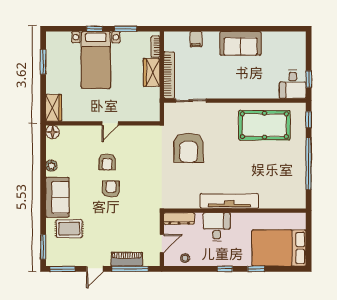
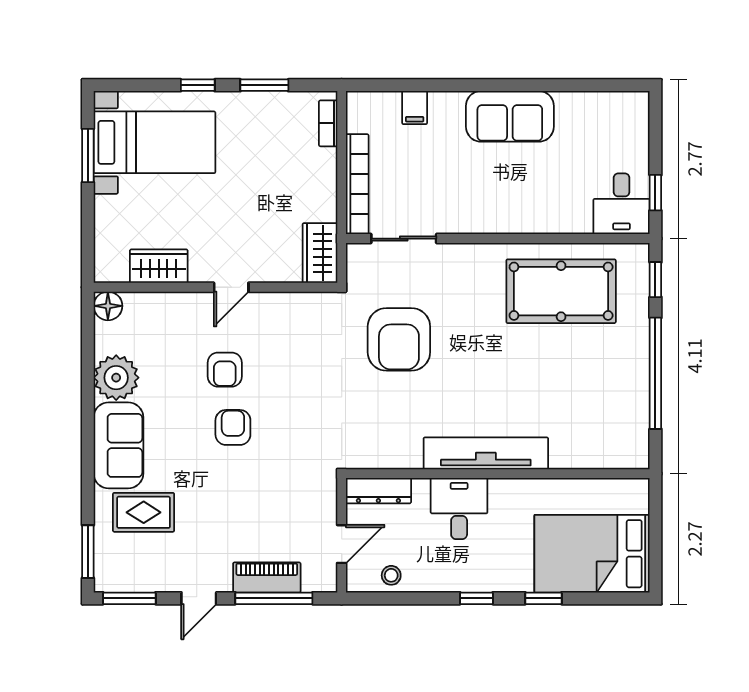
bed with nightstands: (96, 60) -> (154, 142), moved, turned -90
wardrobe: (152, 72) -> (320, 253), moved
wardrobe: (54, 108) -> (159, 266), moved, turned -90
plant: (51, 166) -> (116, 378), width x1.88, depth x1.88

